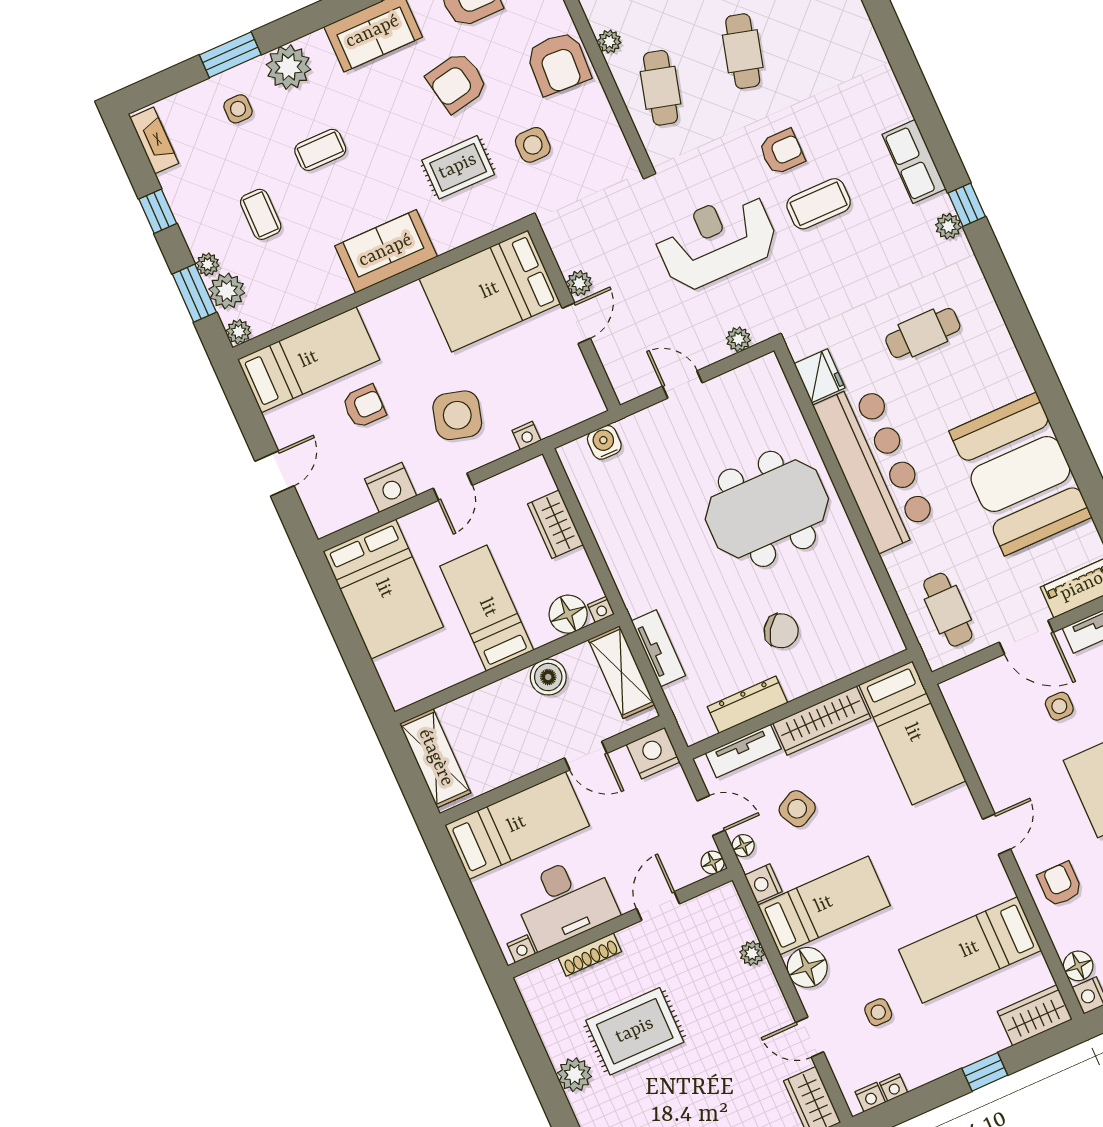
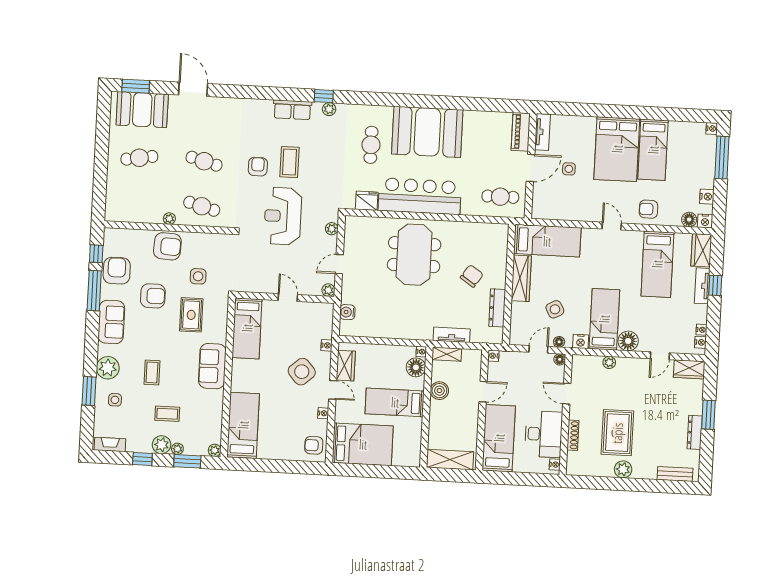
armchair: (457, 82) -> (153, 296), turned -79
plant: (579, 283) -> (328, 290), moved
plant: (227, 291) -> (162, 445), moved
bed: (490, 291) -> (247, 328), width x0.67
armchair: (364, 406) -> (314, 445), moved, turned -90
side table: (457, 415) -> (302, 372), turned 34
door: (275, 473) -> (286, 467), removed
booth: (1020, 474) -> (427, 132), moved
nightstand: (391, 487) -> (323, 413), width x0.53, depth x0.56
wardrobe: (556, 524) -> (346, 366), moved, turned -90
shelving: (621, 672) -> (447, 354), width x0.67, depth x0.75
tv unit: (743, 751) -> (702, 286), moved, turned 180
nightstand: (653, 753) -> (493, 356), width x0.53, depth x0.56
side table: (878, 1012) -> (664, 319), removed

